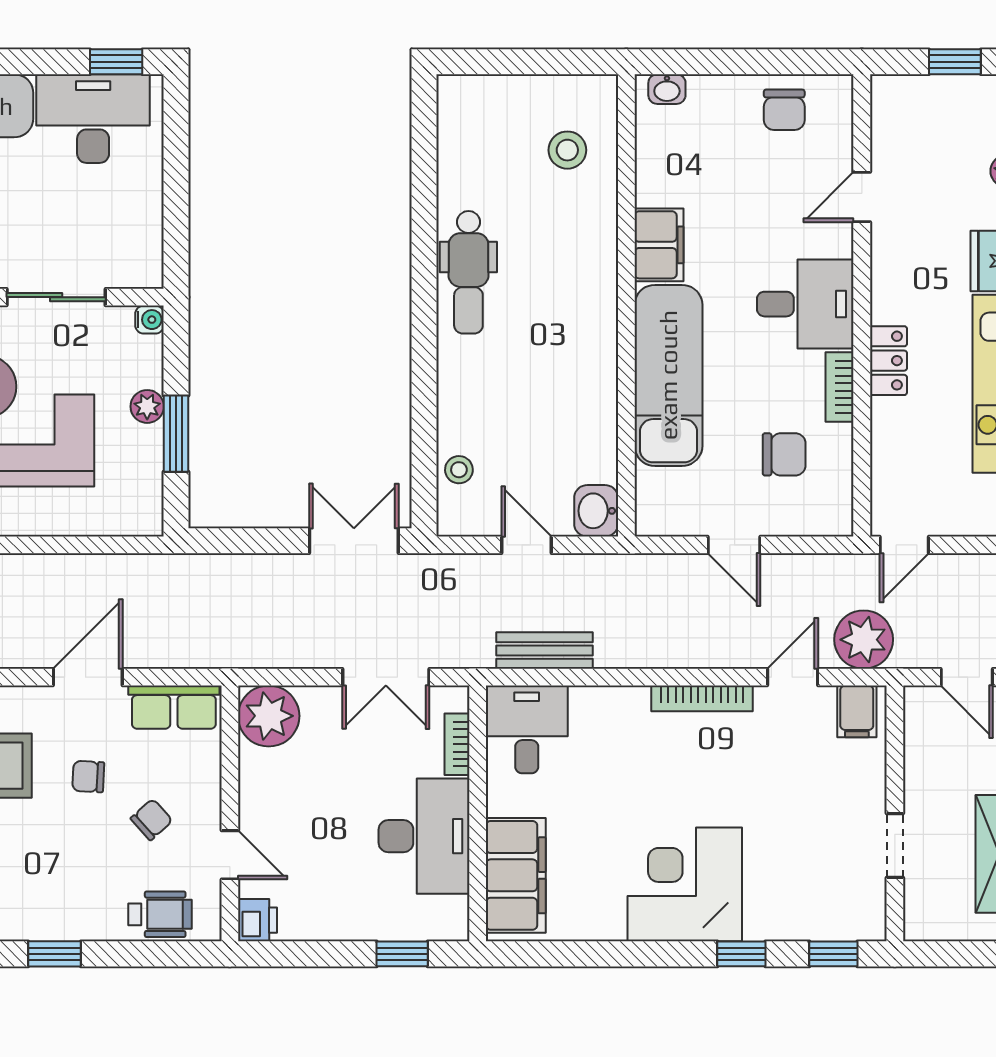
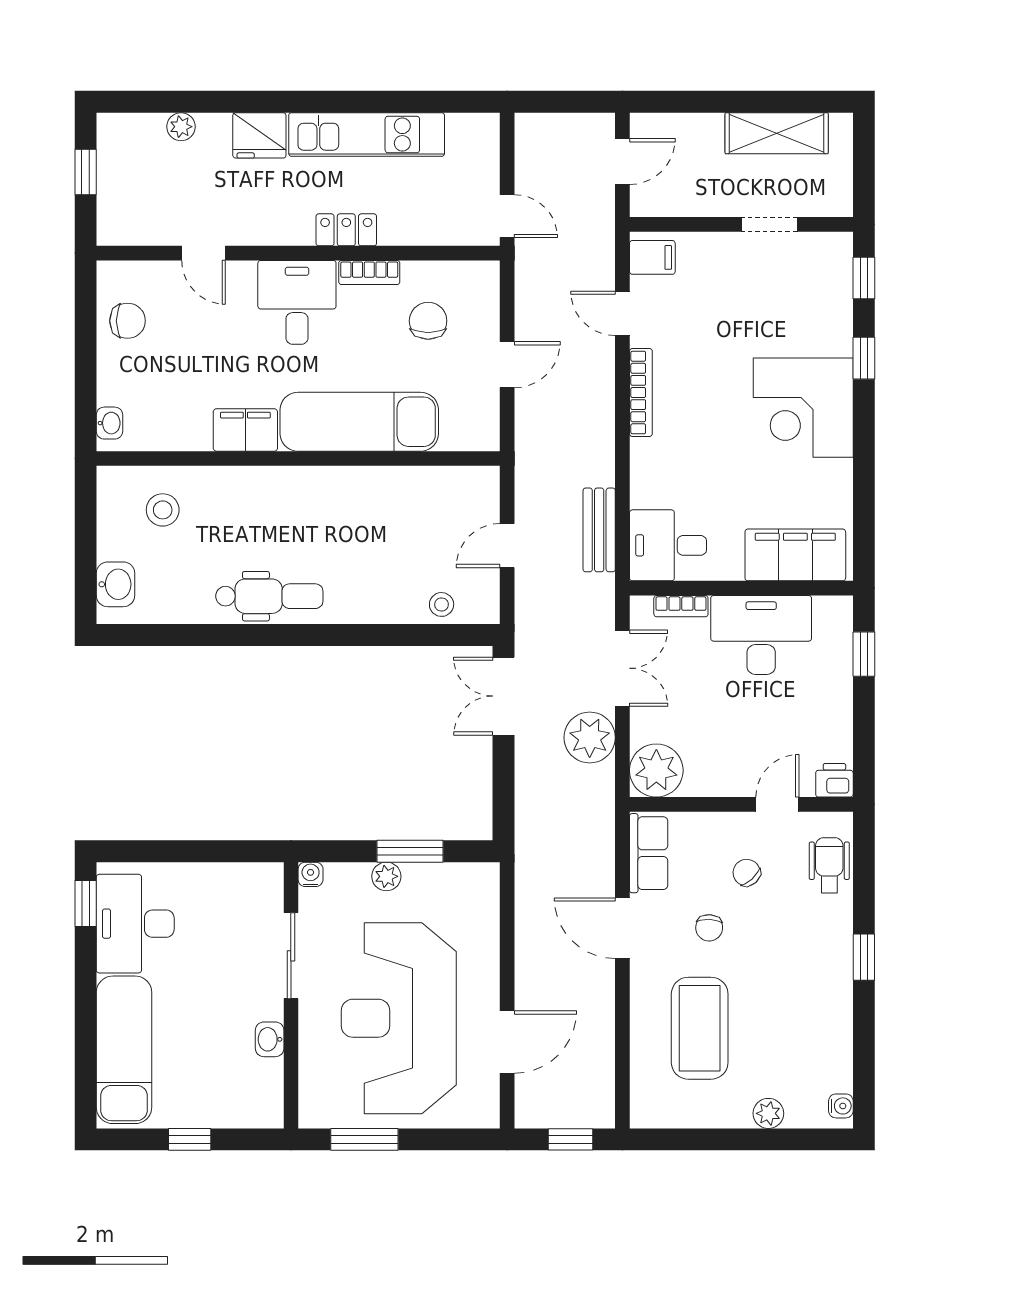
washbasin: (596, 511) -> (115, 584), moved, turned -90
plant: (864, 640) -> (590, 738), moved

